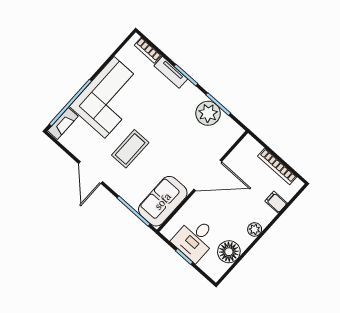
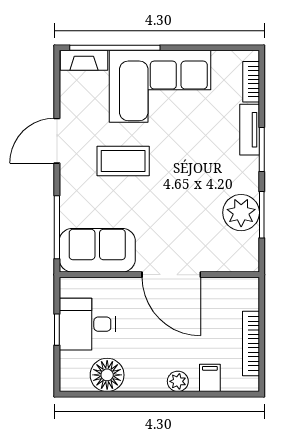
plant: (255, 229) -> (178, 381), moved

